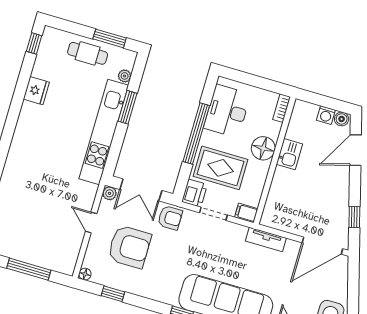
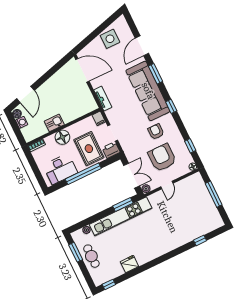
window: (127, 107) -> (123, 205), moved
door: (355, 150) -> (25, 95), hinge flipped
window: (354, 217) -> (56, 68), removed
armchair: (170, 218) -> (156, 132), moved

